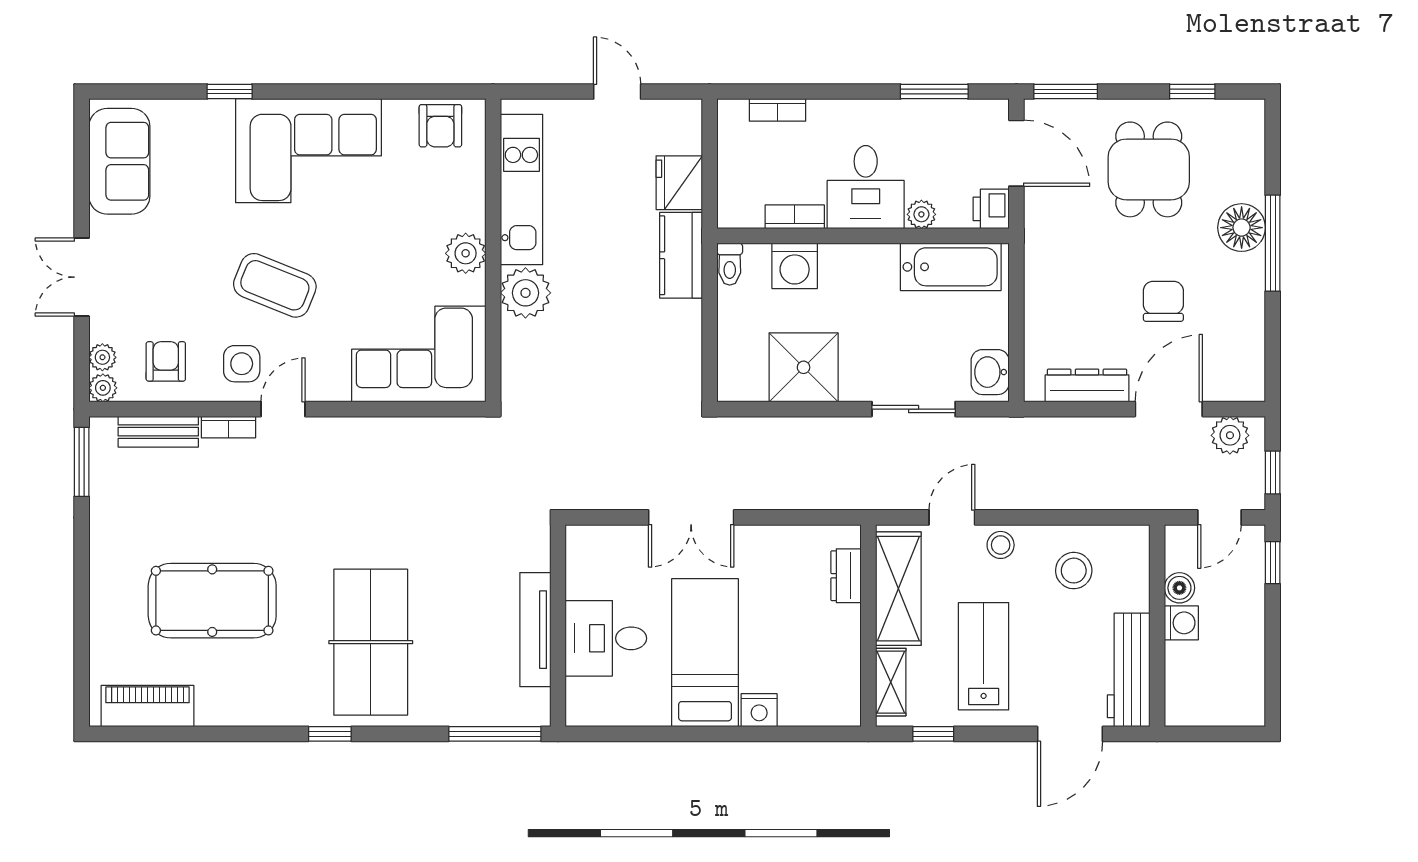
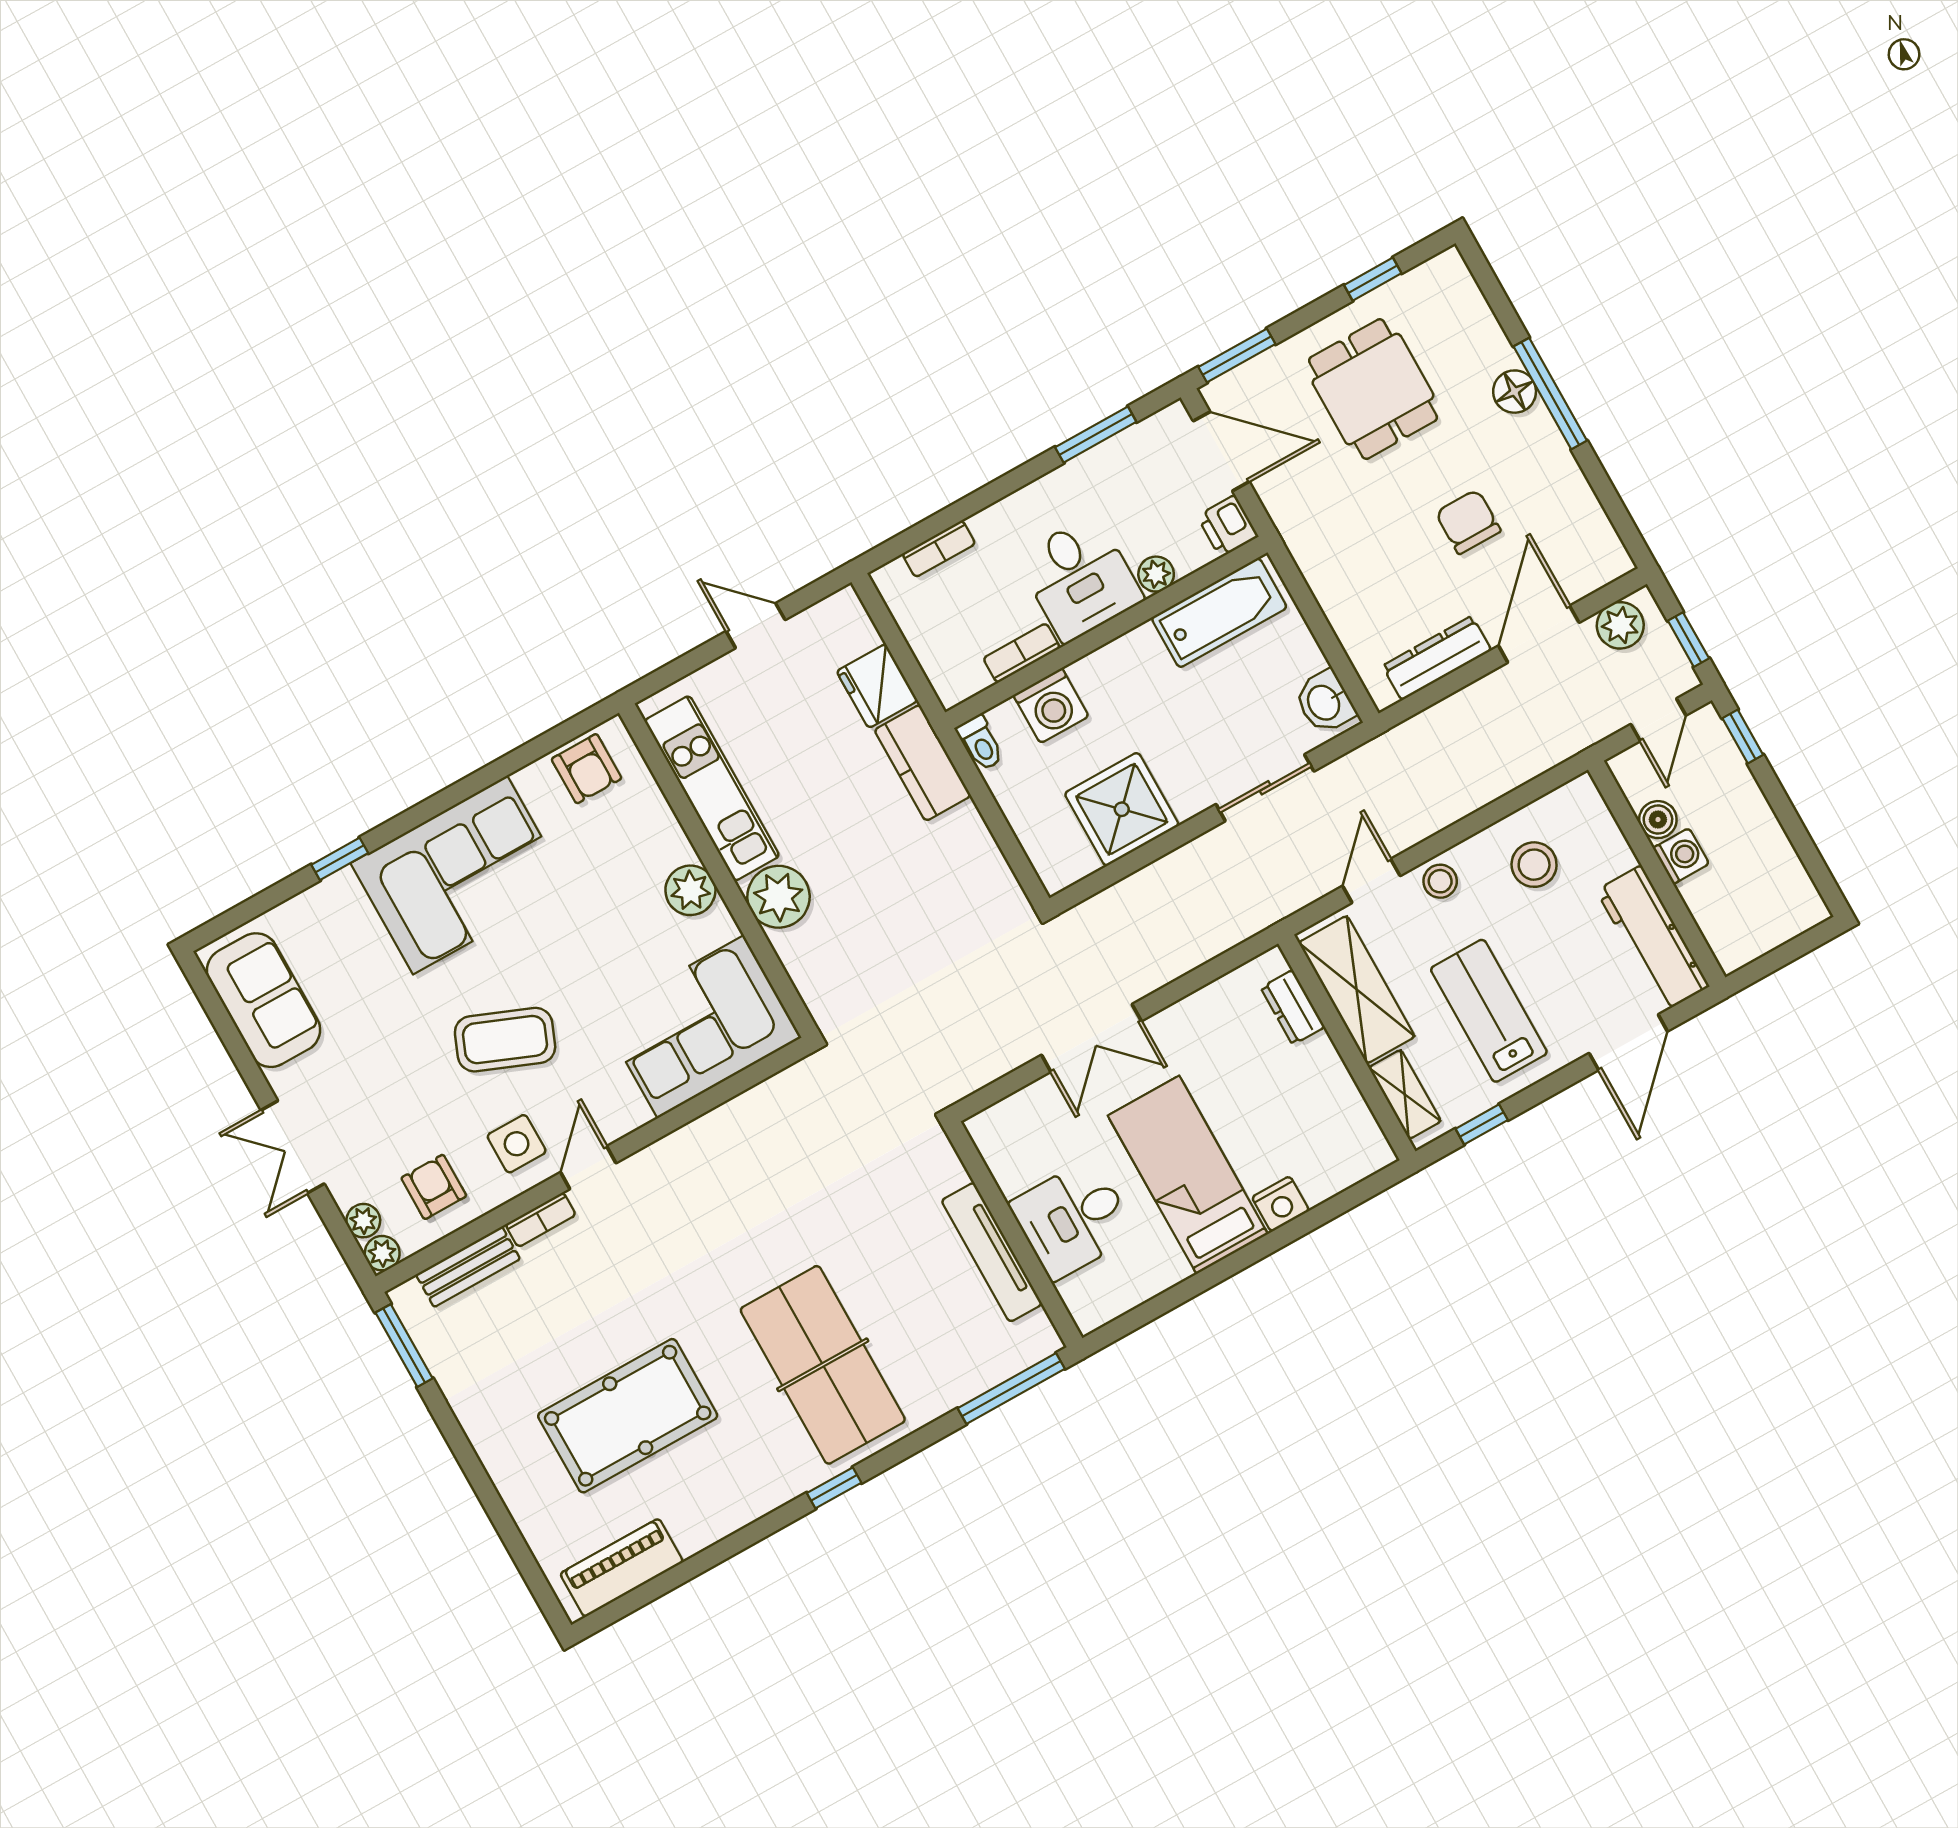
floor lamp: (1242, 228) -> (1515, 392), width x0.73, depth x0.73

